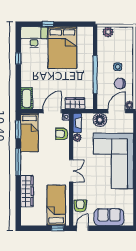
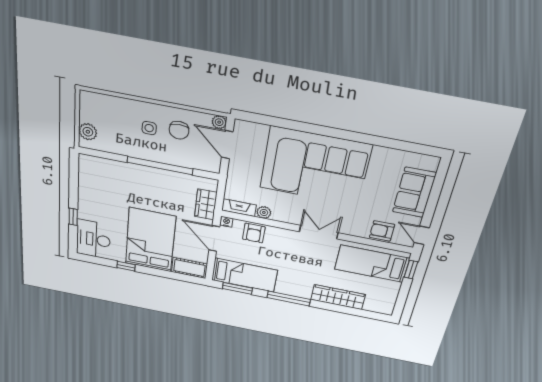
bed: (62, 48) -> (150, 240), moved, turned -90
floor lamp: (100, 120) -> (239, 173), removed

